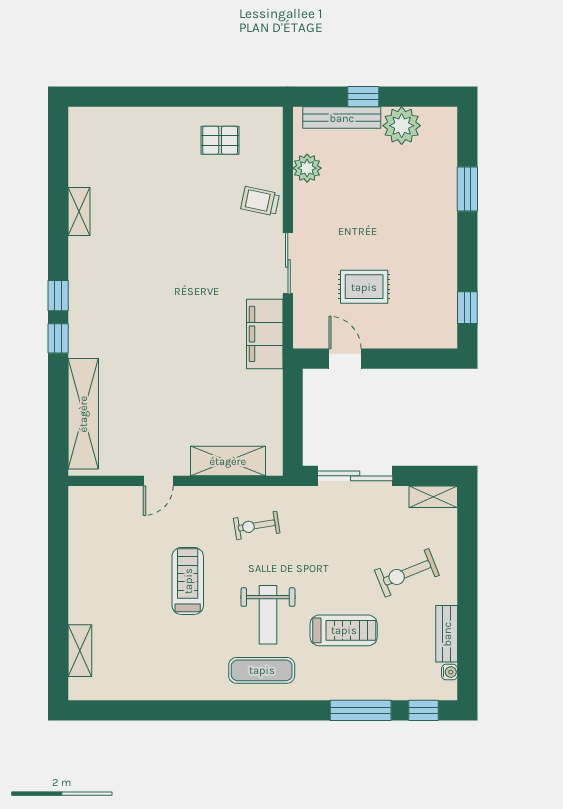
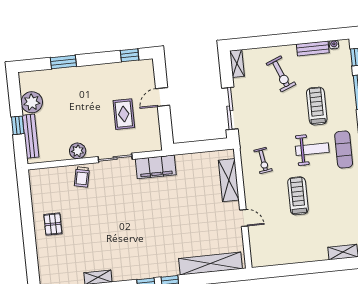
pallet: (220, 140) -> (53, 224), moved
plant: (307, 168) -> (78, 151), moved
door: (345, 359) -> (163, 97), moved
treadmill: (188, 581) -> (298, 196), turned 90

